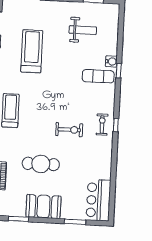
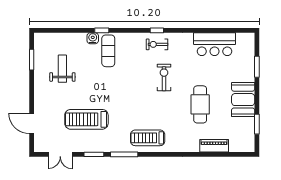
bar counter: (98, 200) -> (215, 44), moved

